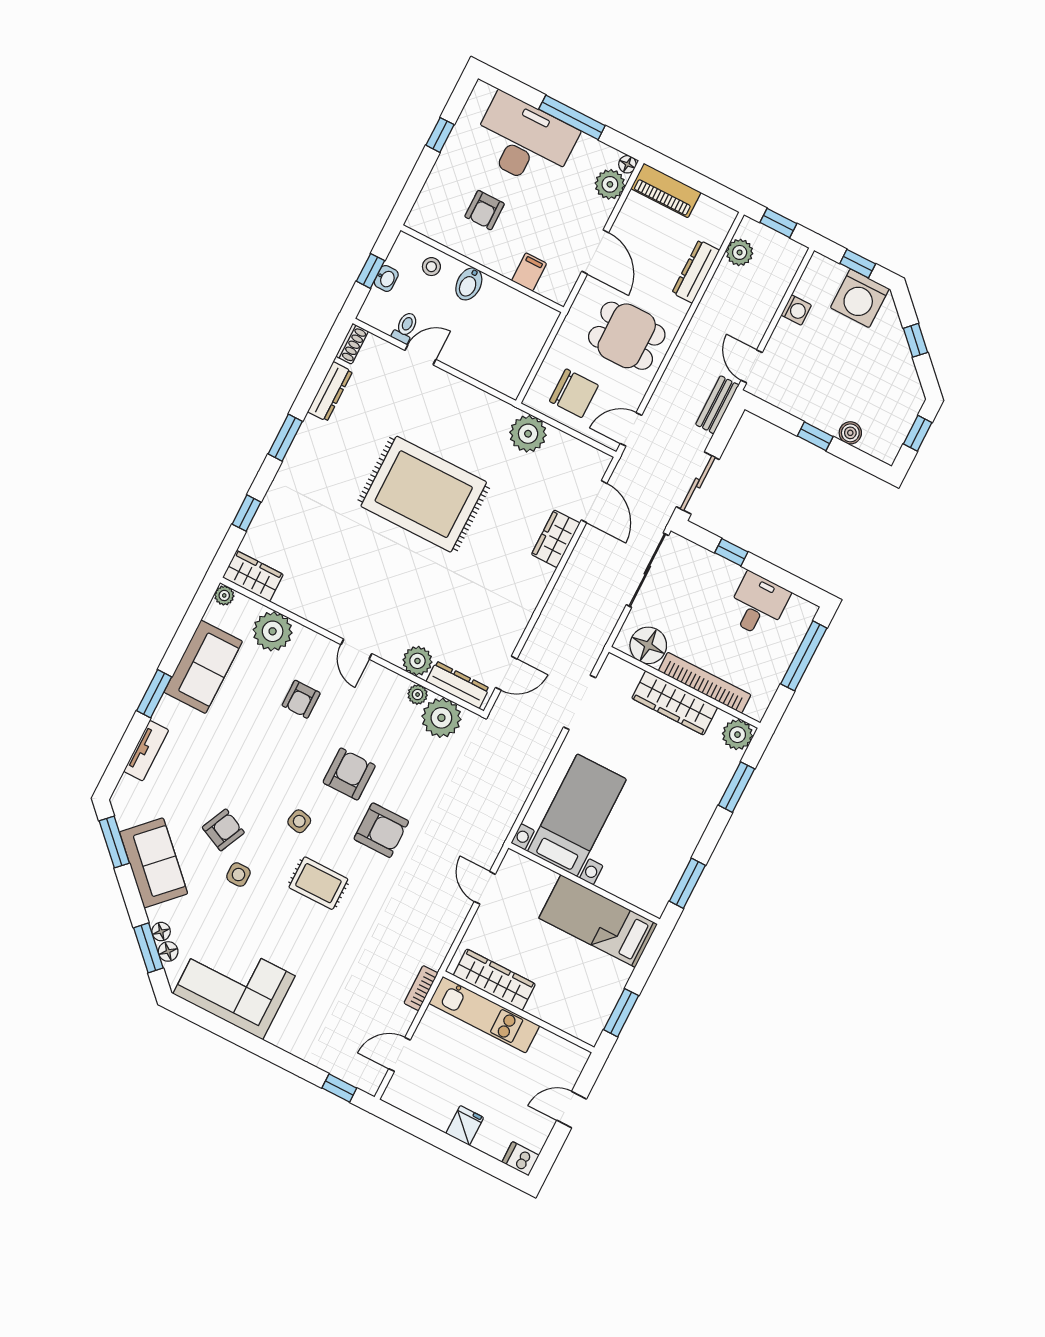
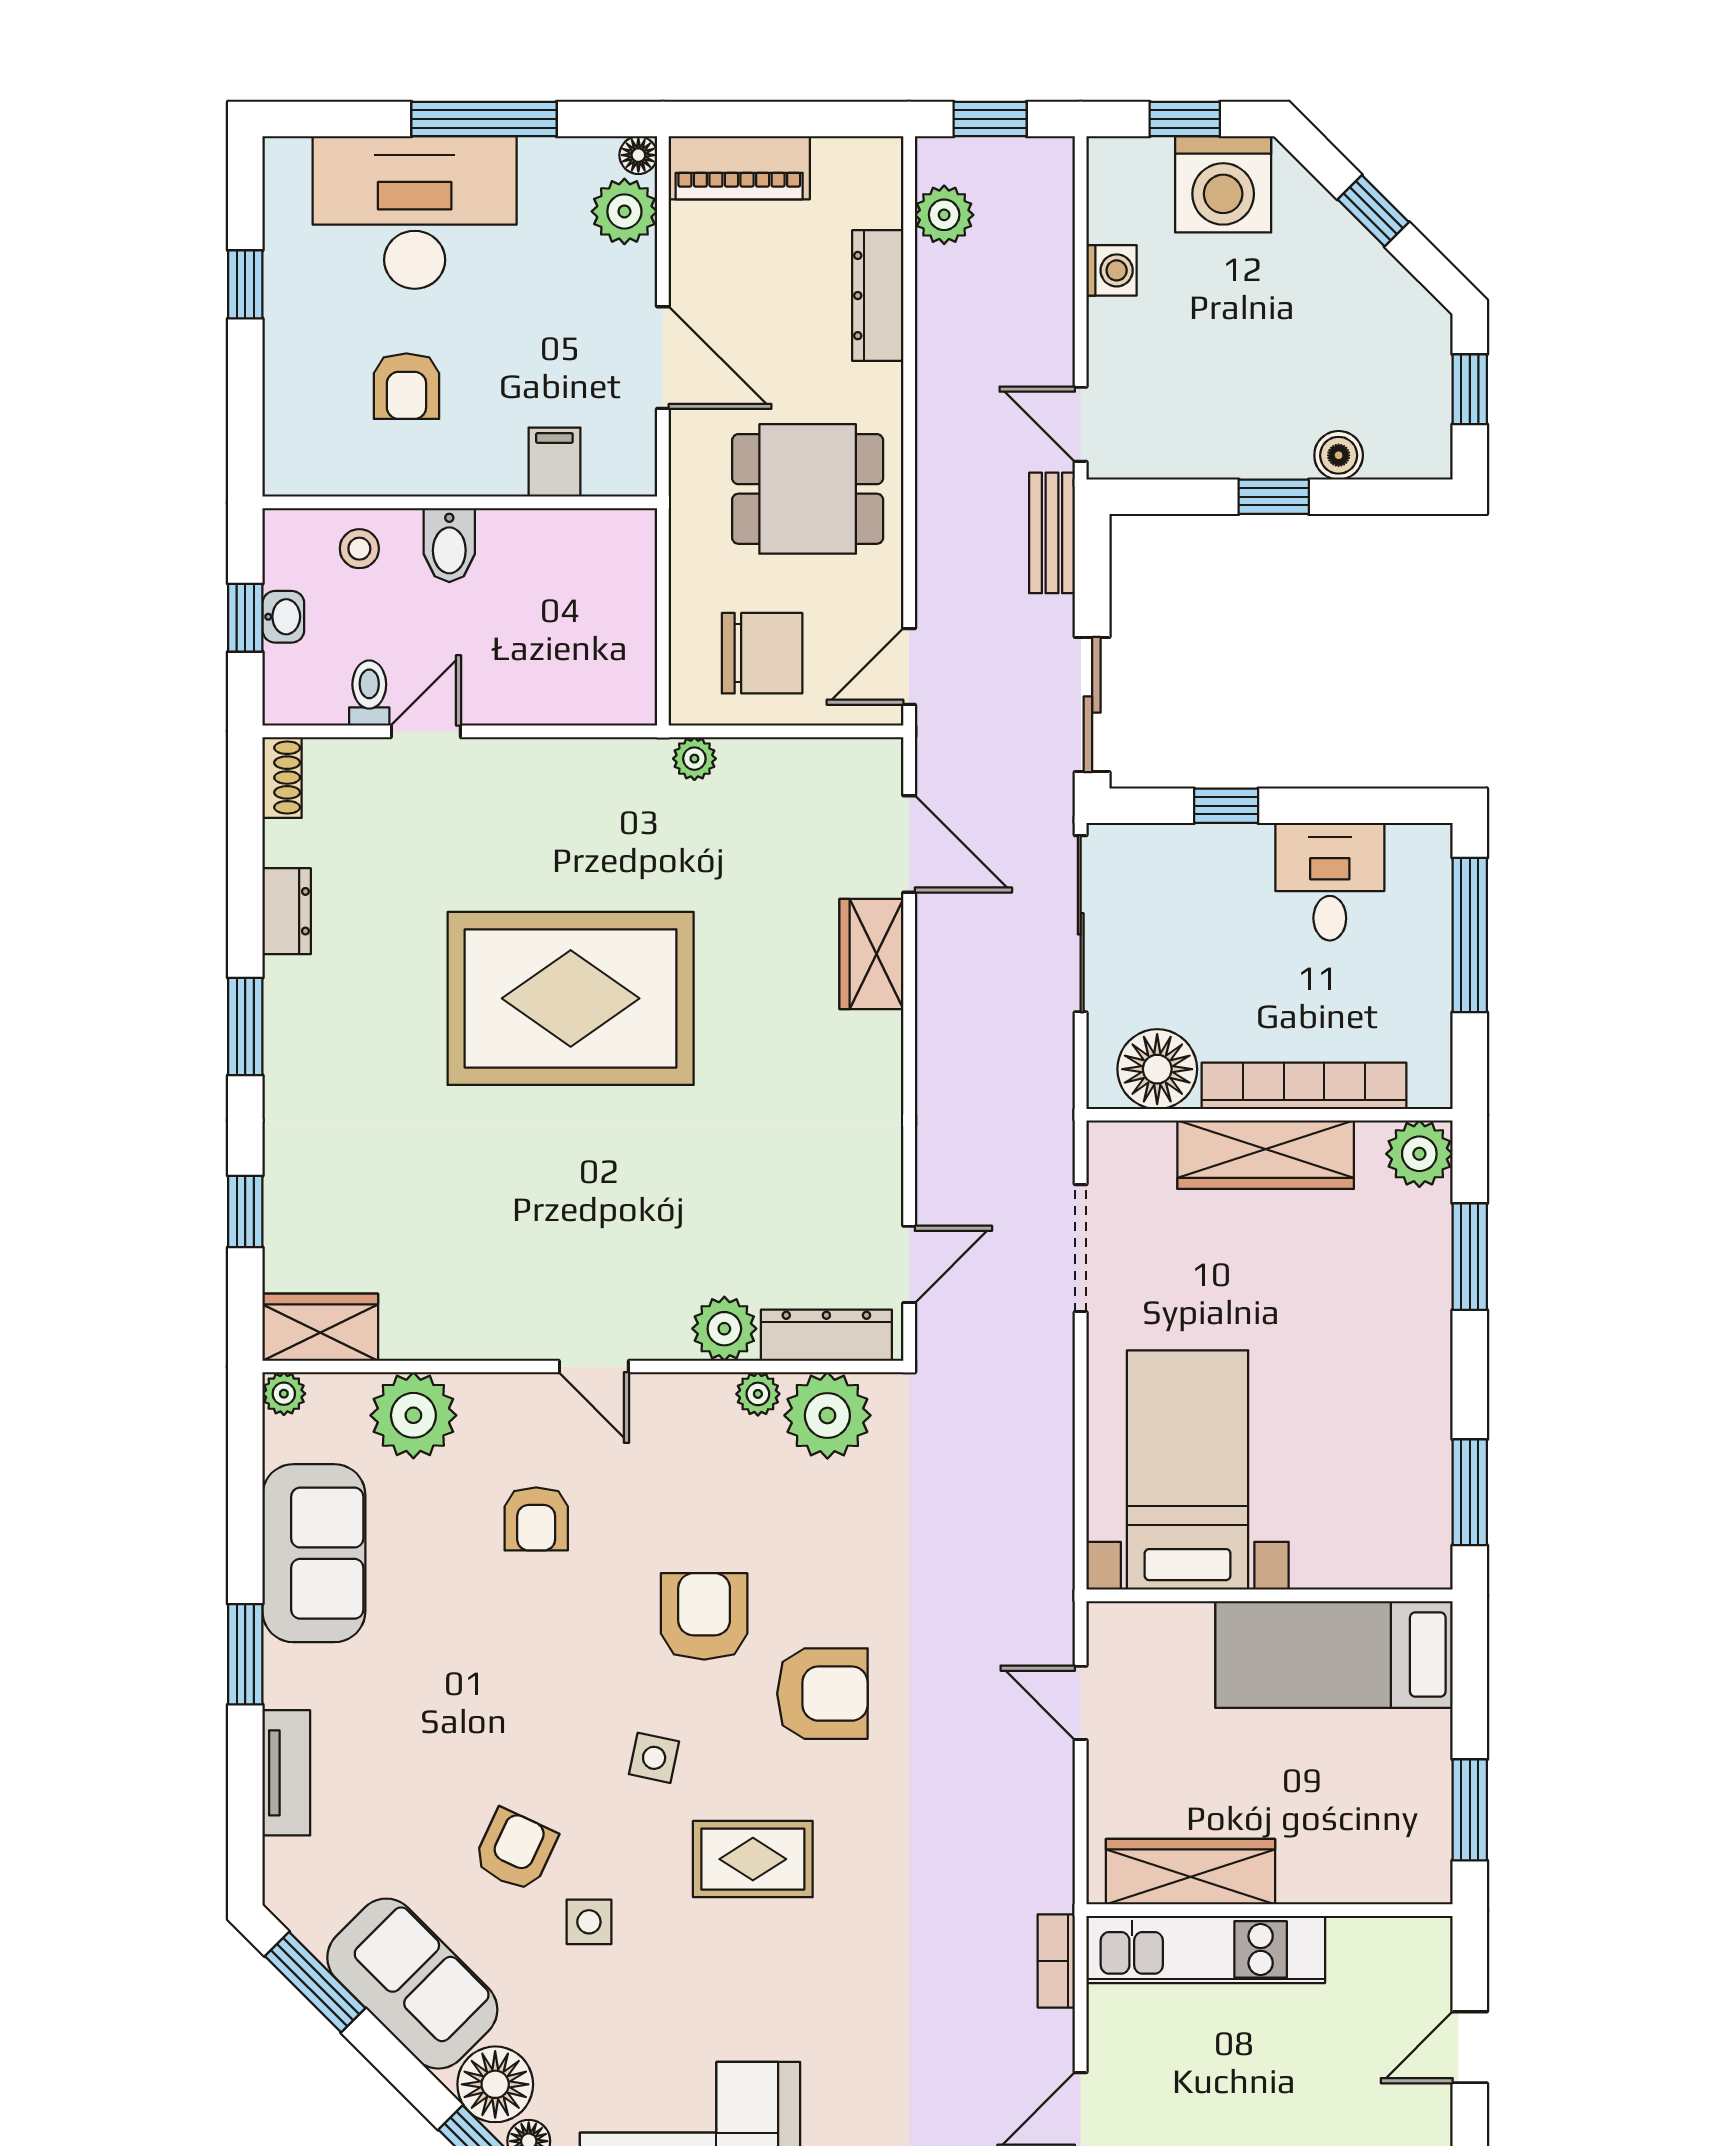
dresser: (330, 392) -> (287, 911), width x0.70
plant: (528, 434) -> (694, 759), width x0.53, depth x0.53
floor lamp: (161, 932) -> (495, 2084), width x1.89, depth x1.89

